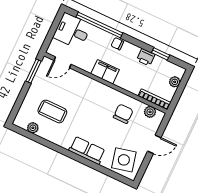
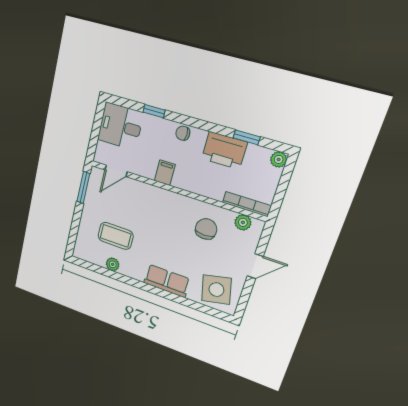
window: (99, 25) -> (154, 111), width x0.32
printer: (146, 57) -> (224, 151), width x1.87, depth x1.48
filing cabinet: (105, 72) -> (165, 173), width x0.50
plant: (175, 82) -> (279, 159), moved
plant: (33, 128) -> (113, 264), moved

